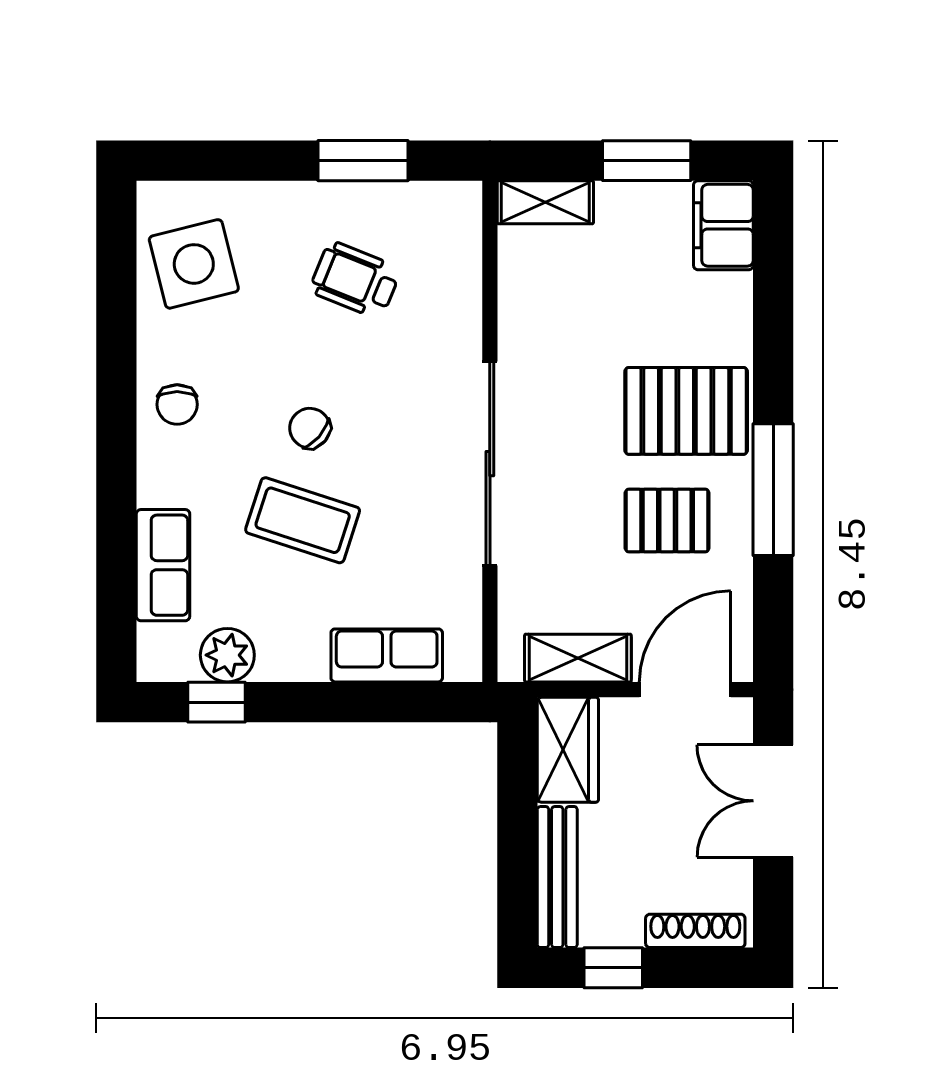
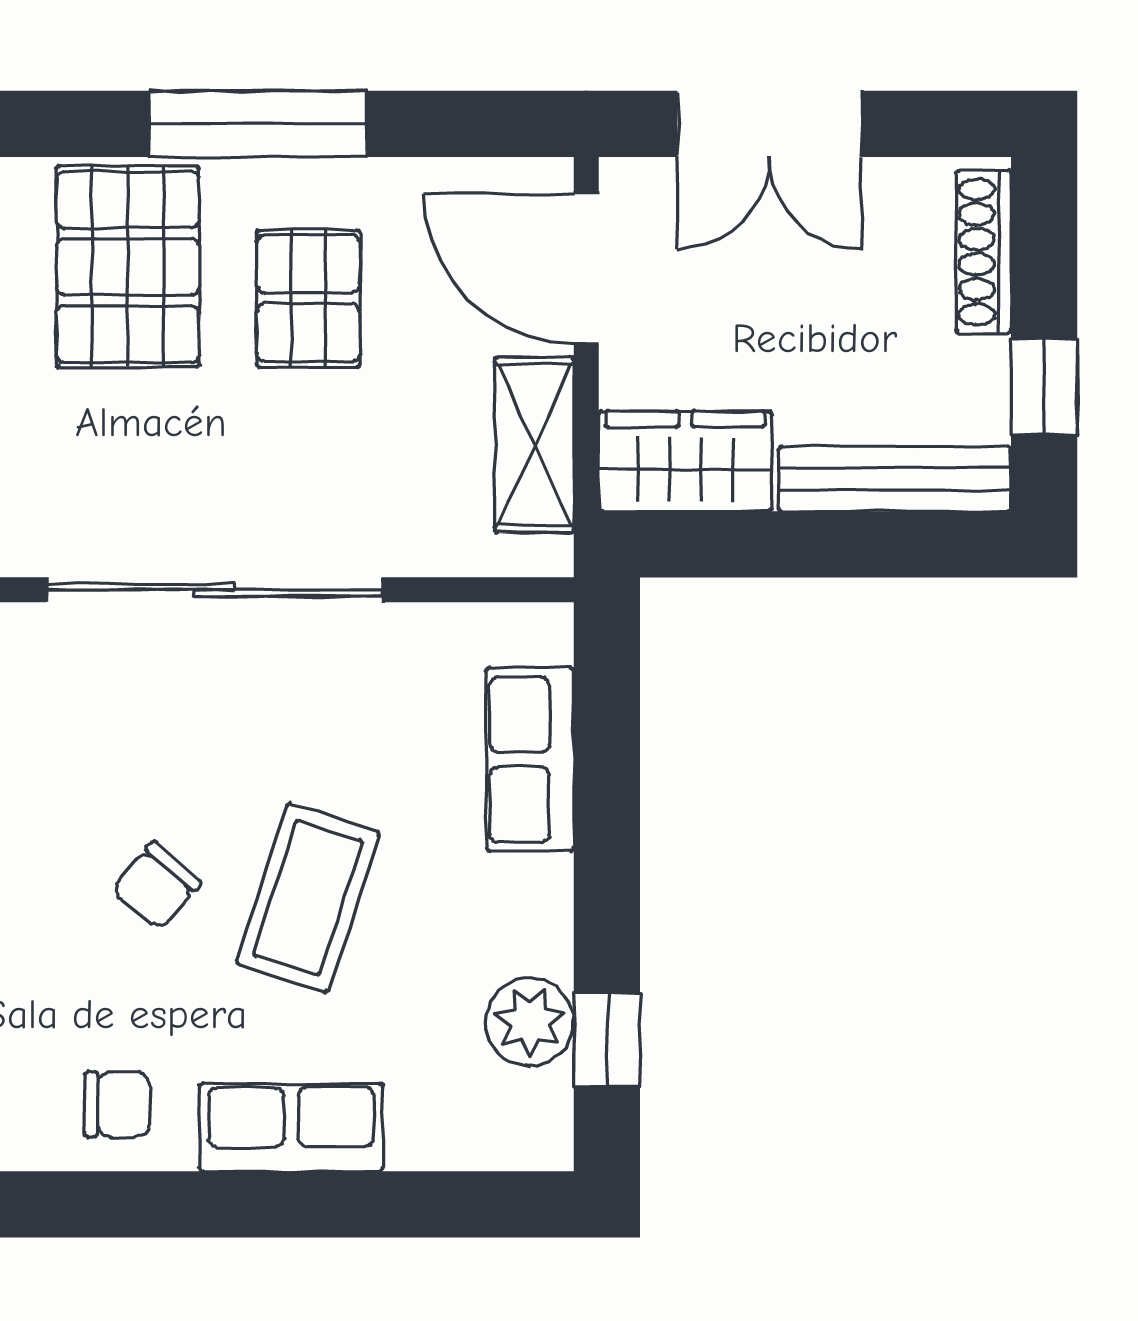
row of seats: (163, 565) -> (291, 1127), moved

